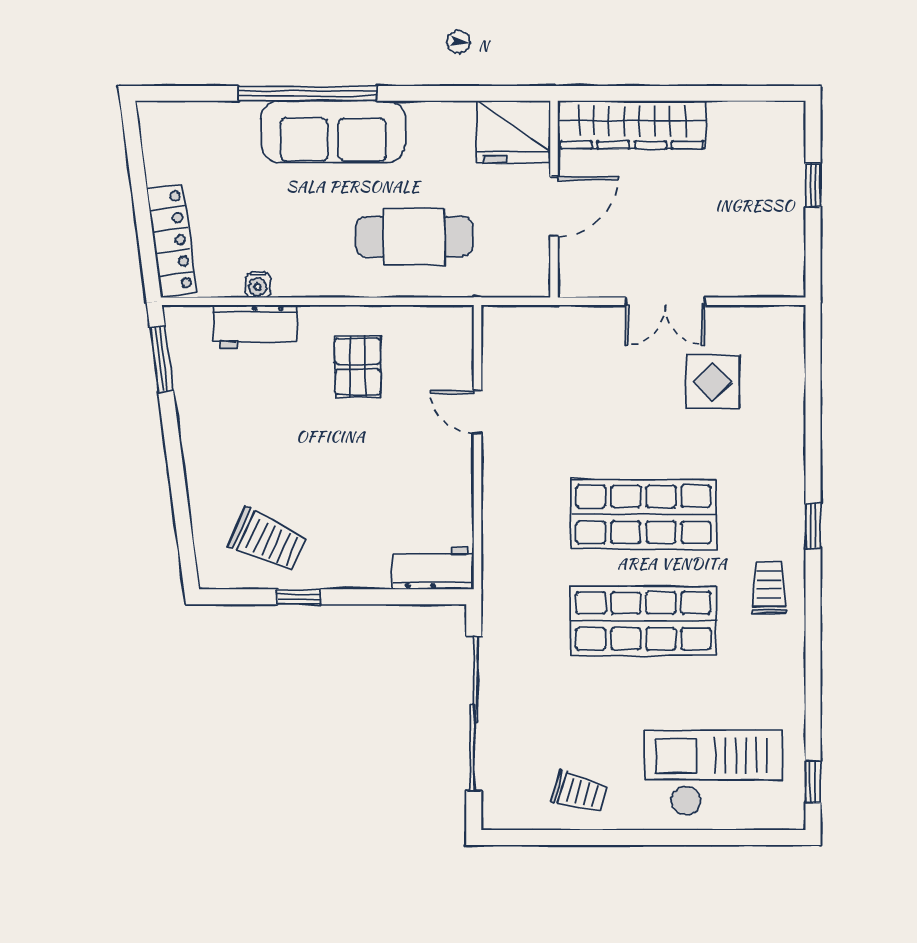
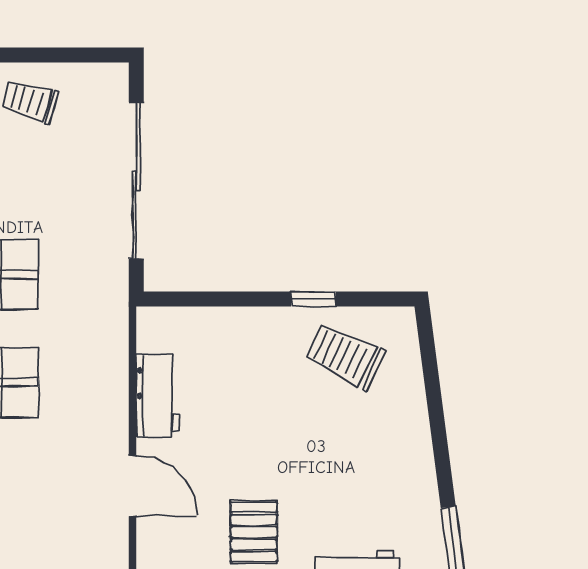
door: (477, 412) -> (133, 486), width x1.38
workbench: (433, 568) -> (158, 396), moved, turned -90

